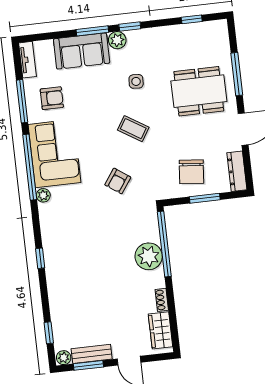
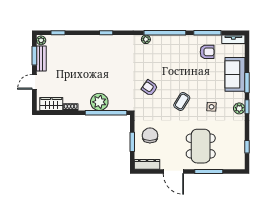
plant: (117, 40) -> (239, 108), moved
armchair: (52, 98) -> (207, 52), turned -90
corner sofa: (54, 154) -> (172, 50), removed
chair: (192, 172) -> (150, 135), turned 85

